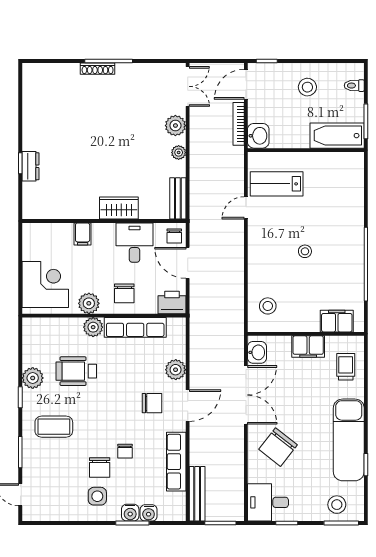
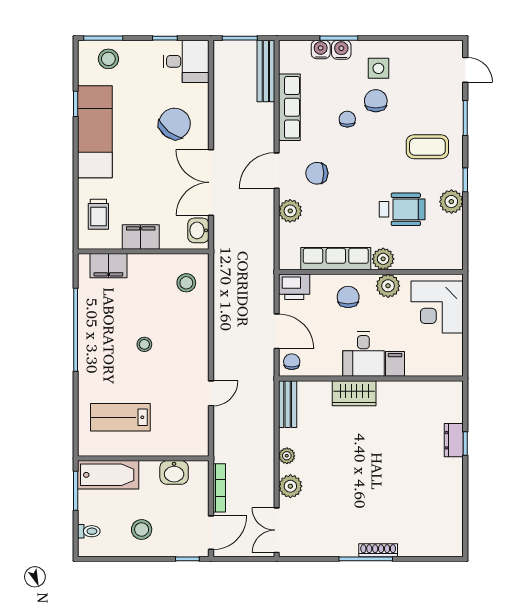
washbasin: (258, 136) -> (174, 472), moved, turned -90
lab bench: (277, 184) -> (120, 417), moved, turned 180
desk: (135, 243) -> (363, 354), moved

